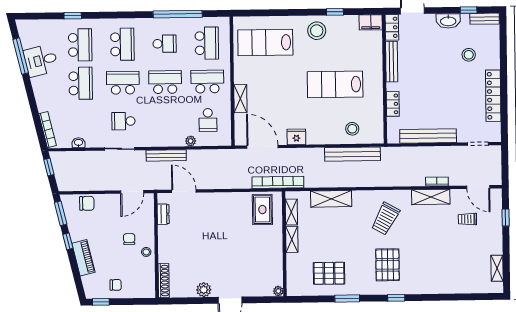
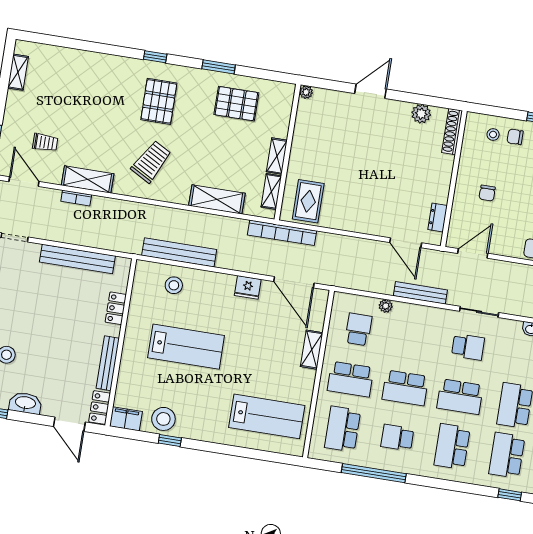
stool: (317, 31) -> (163, 419), moved
stool: (146, 252) -> (493, 134), moved
plant: (204, 290) -> (421, 114), moved

